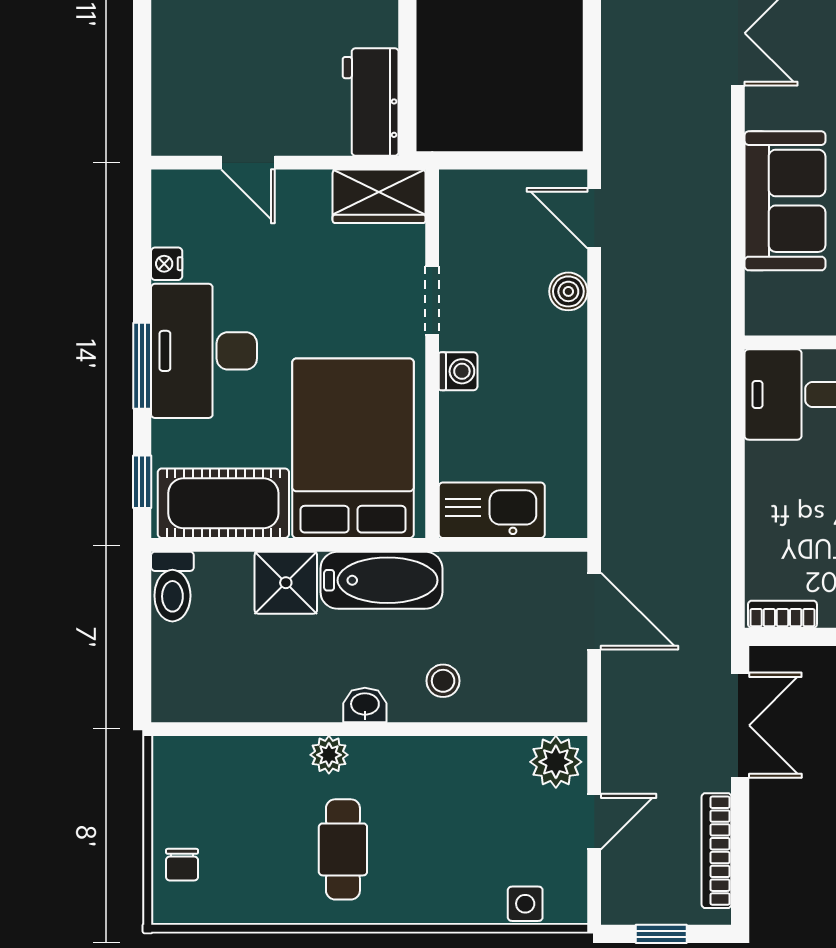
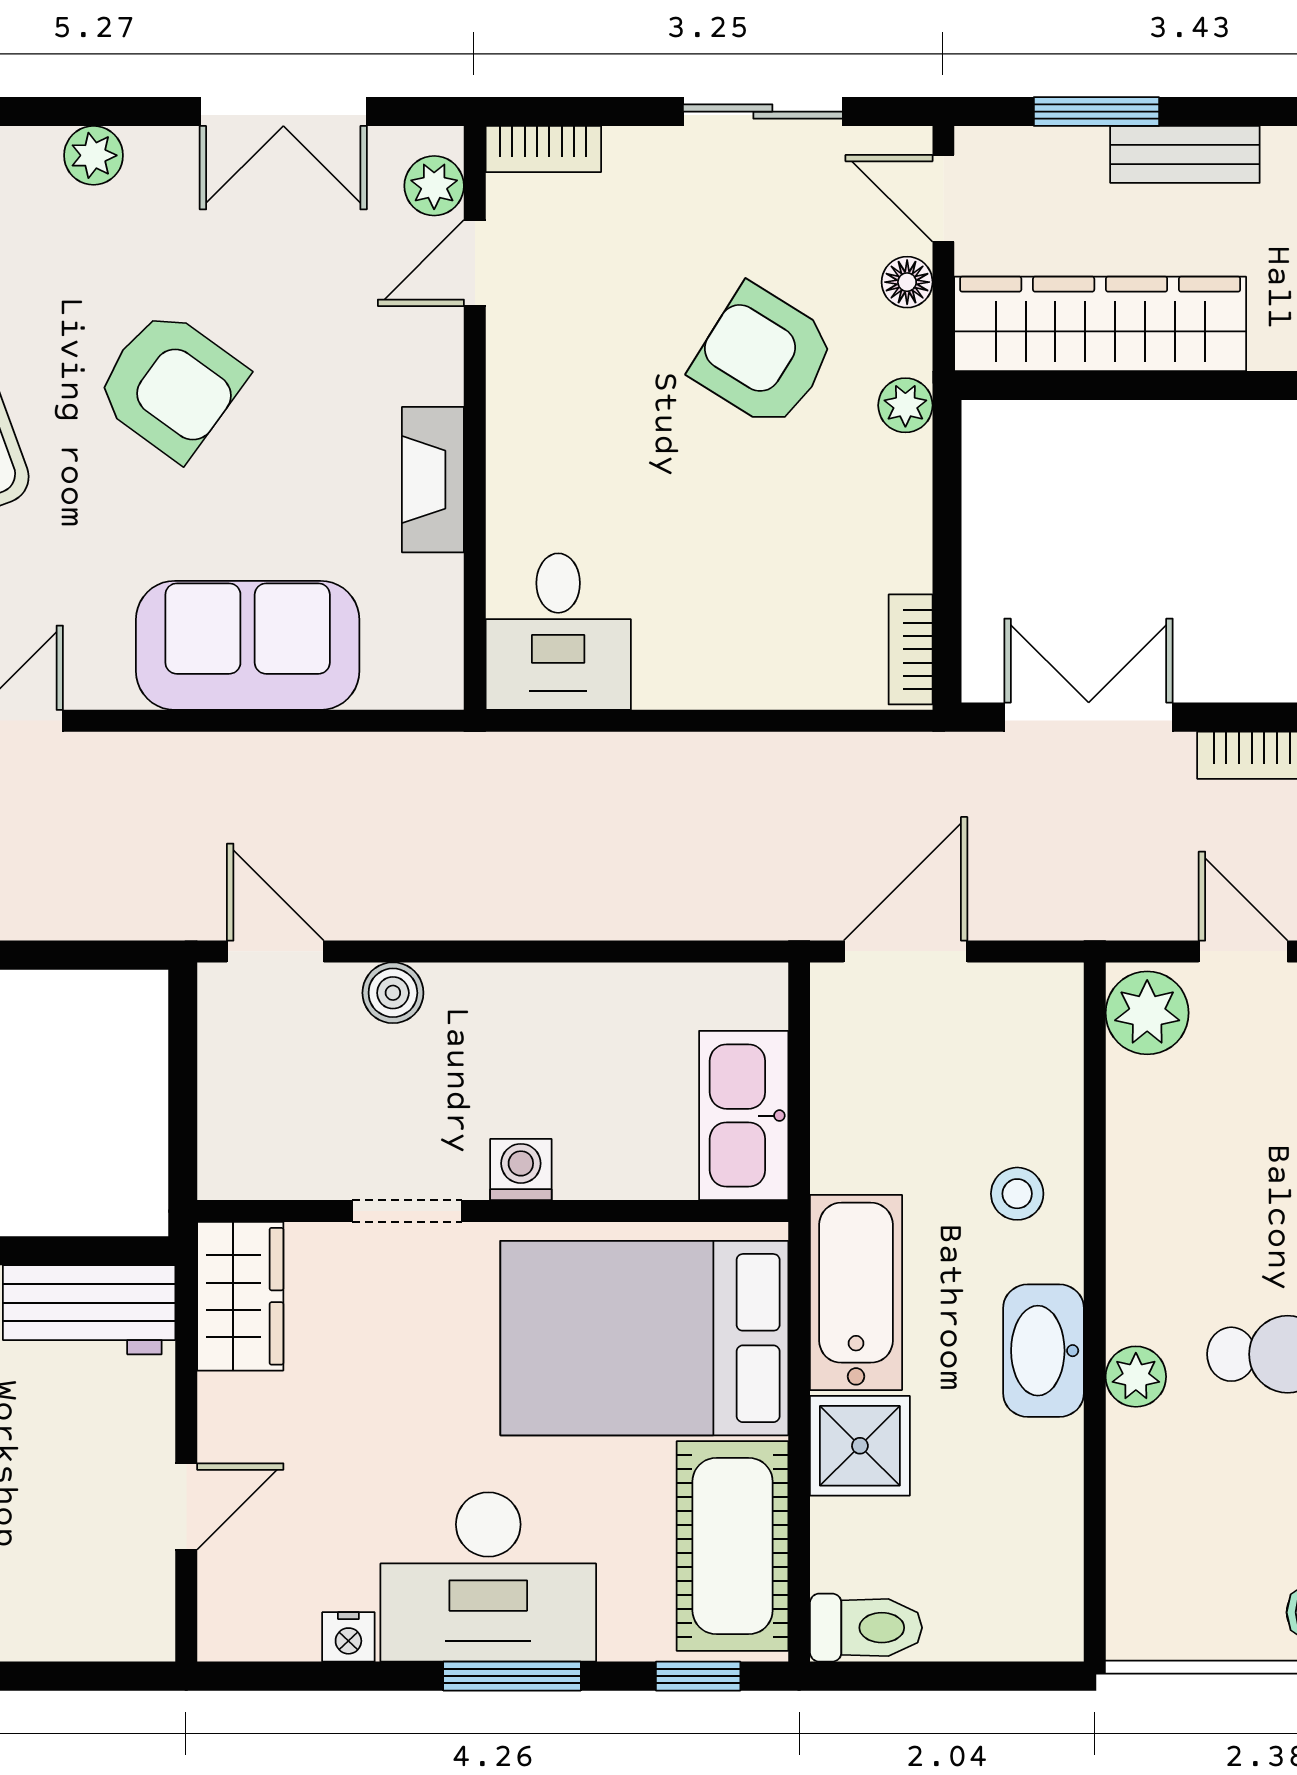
door: (594, 218) -> (275, 951), swing flipped
washbasin: (365, 705) -> (1043, 1351), width x1.91, depth x1.45

